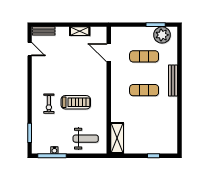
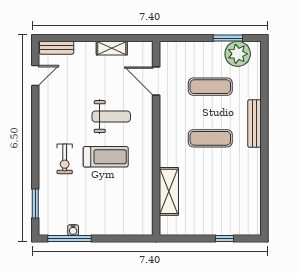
door: (30, 49) -> (35, 76), hinge flipped
shelving: (117, 138) -> (169, 191), moved
weight bench: (86, 139) -> (111, 117), moved

